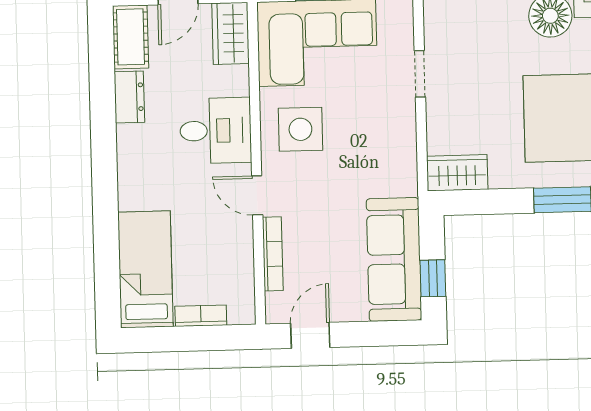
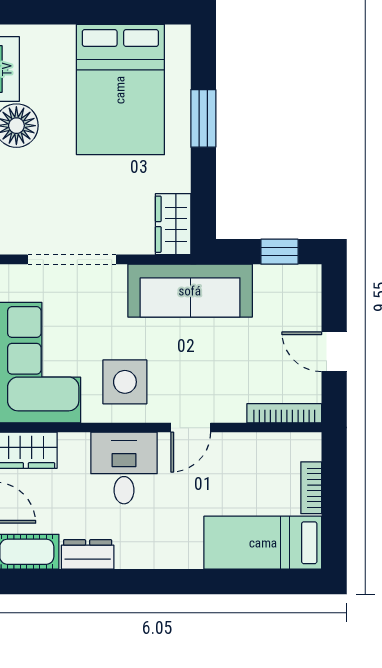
doorway: (420, 74) -> (72, 259), width x1.88
bookcase: (273, 254) -> (284, 413), moved
sofa: (394, 259) -> (190, 291), moved
door: (310, 335) -> (334, 352), moved

